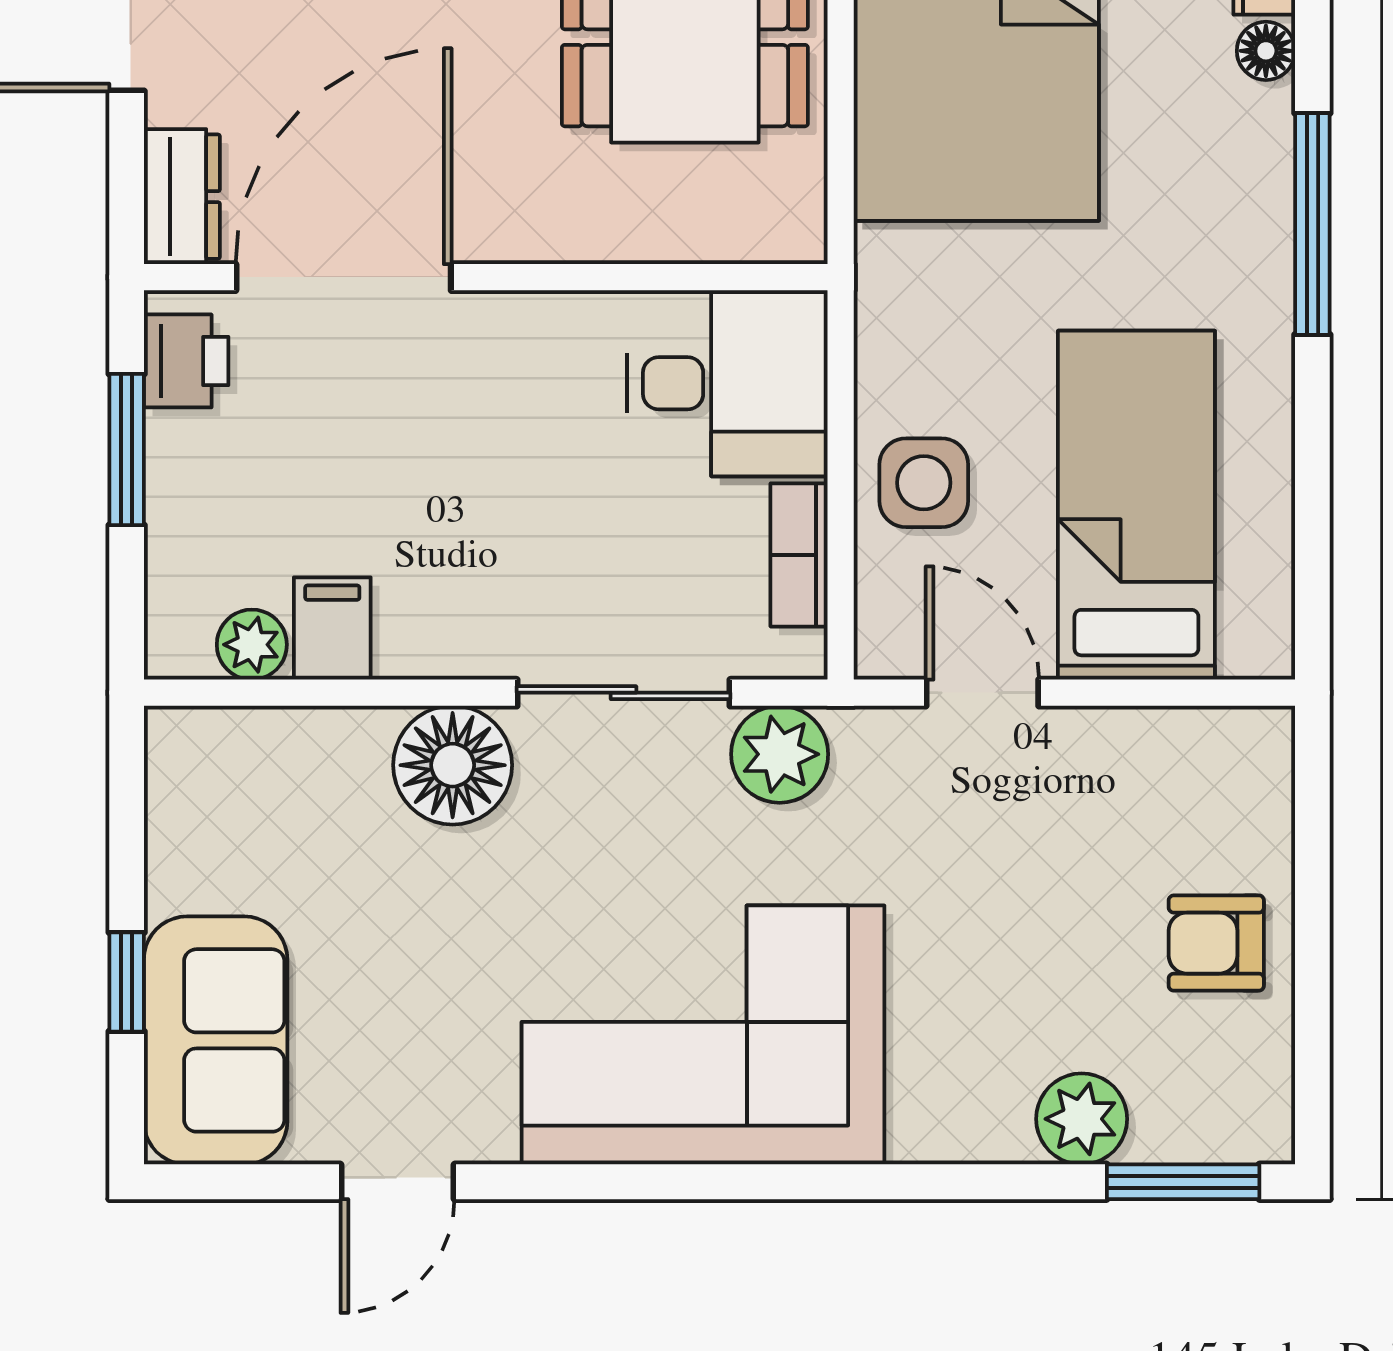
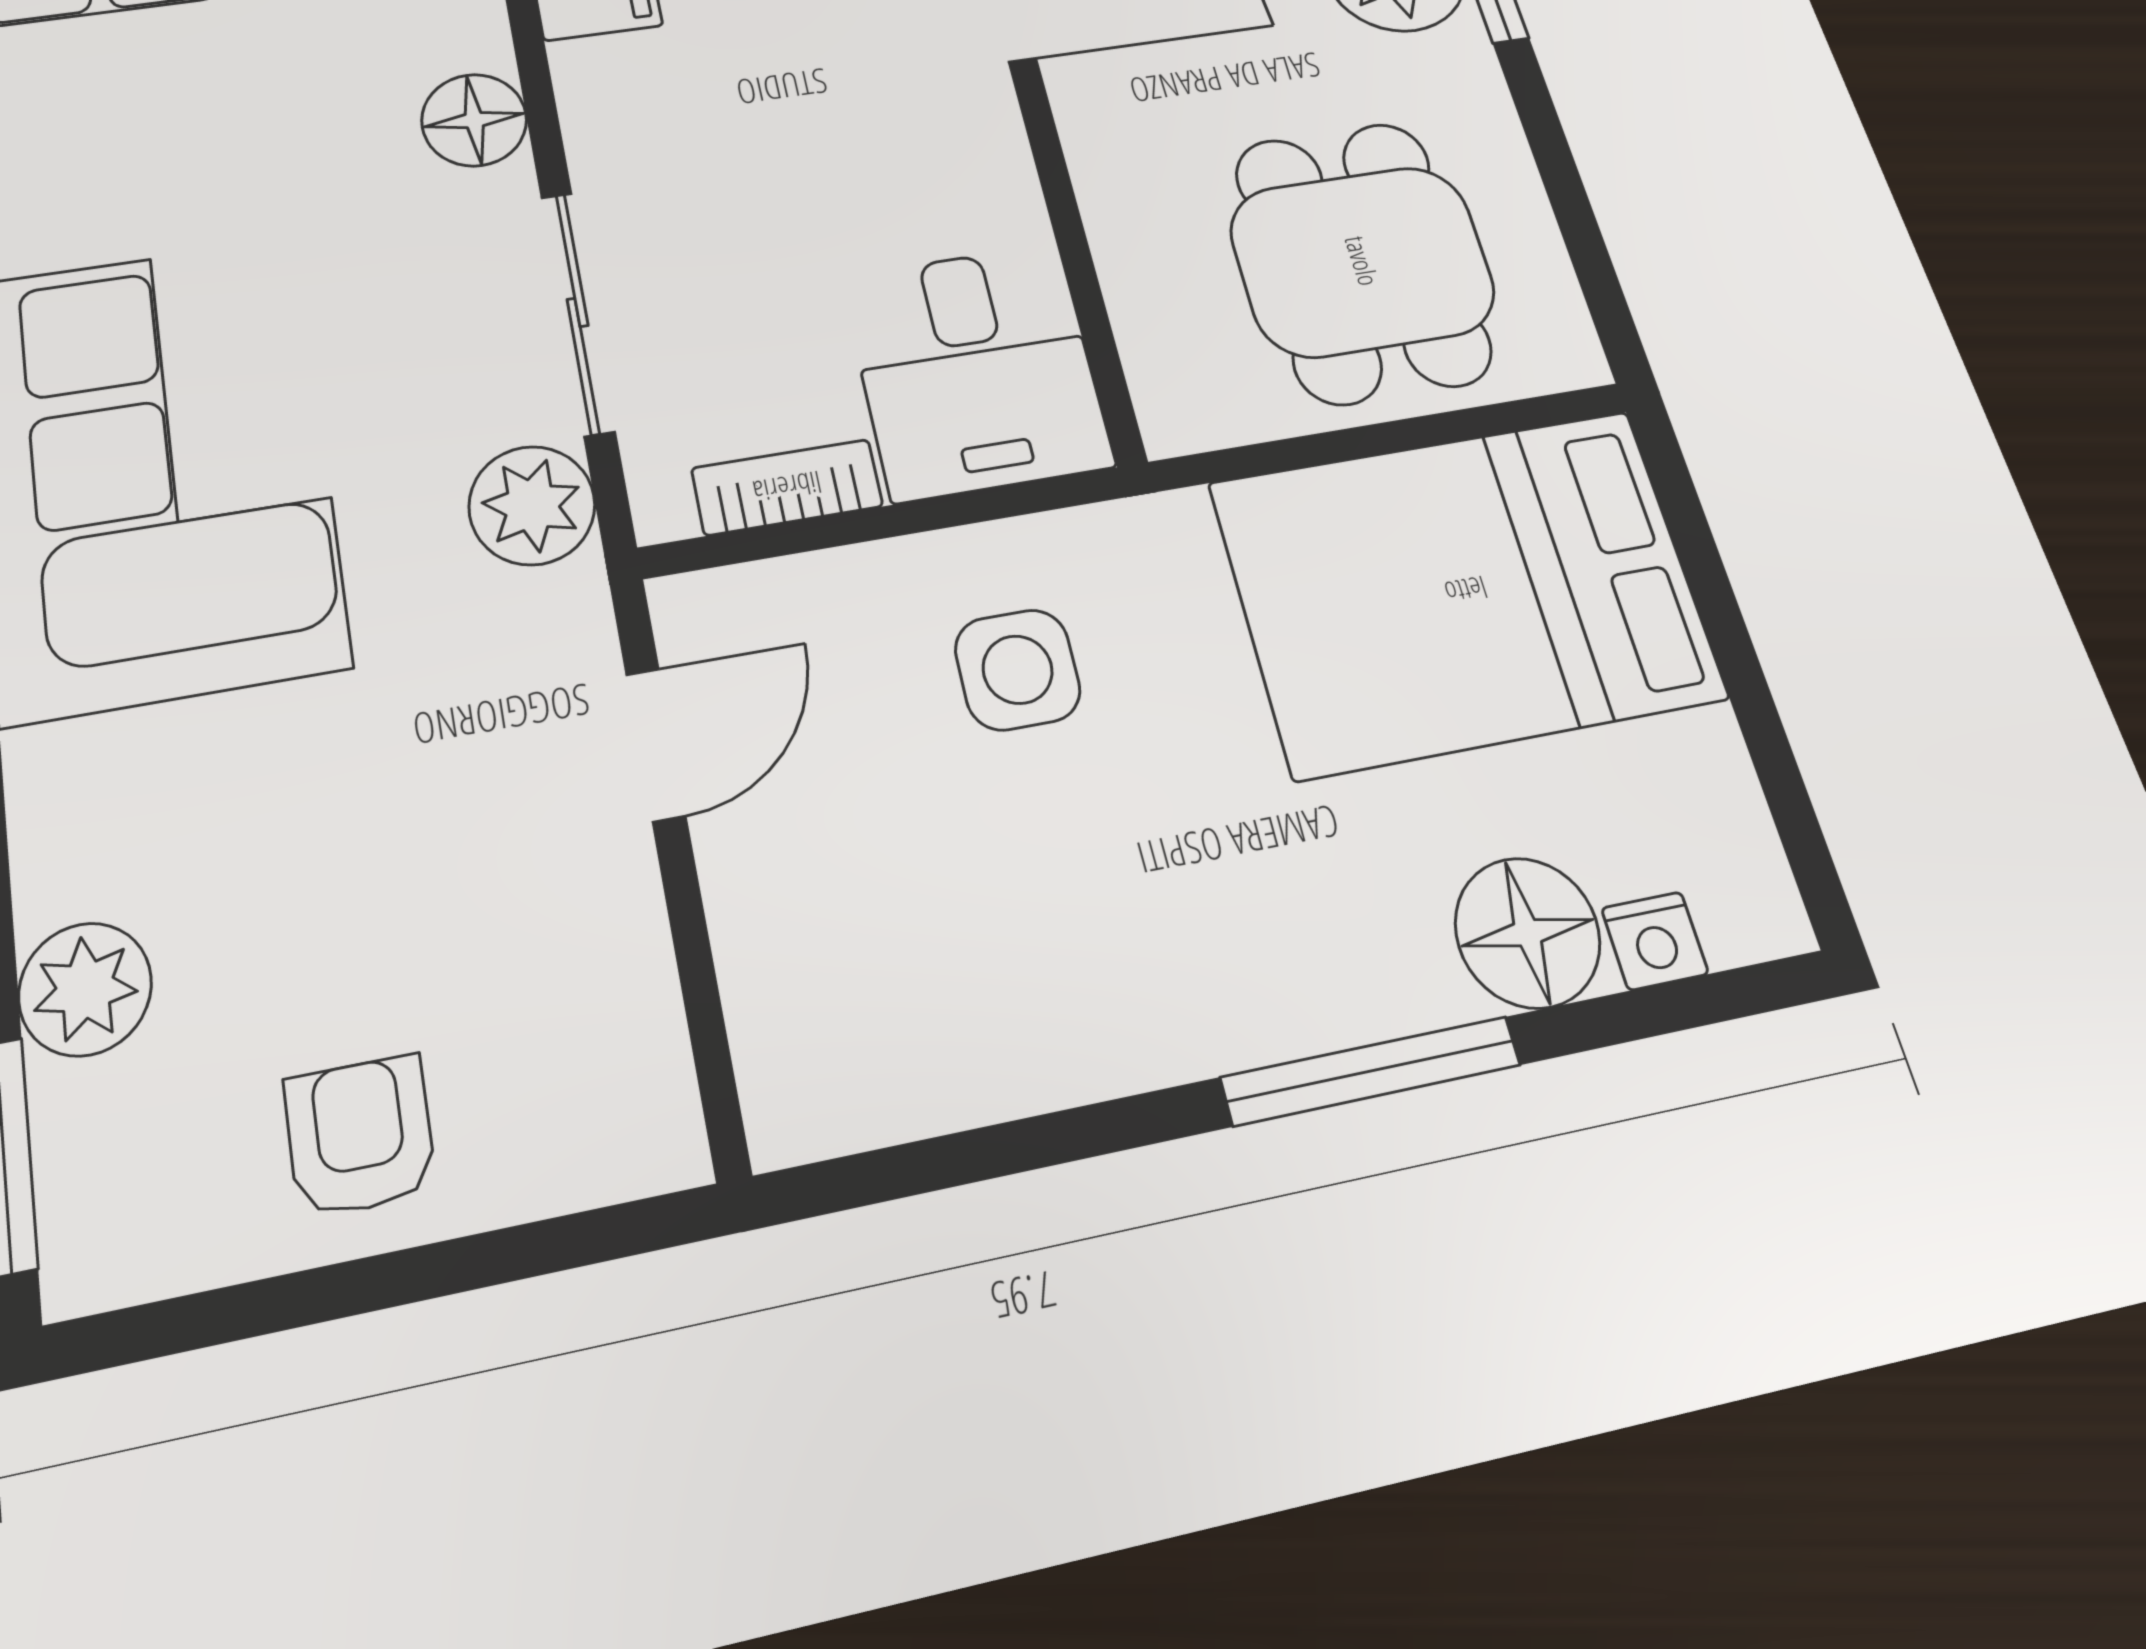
floor lamp: (1266, 51) -> (1528, 933), width x1.89, depth x1.89
side table: (924, 483) -> (1018, 670), moved
bed: (1136, 505) -> (943, 903), removed
floor lamp: (453, 765) -> (474, 120), width x0.73, depth x0.73

